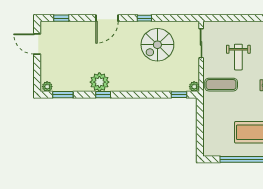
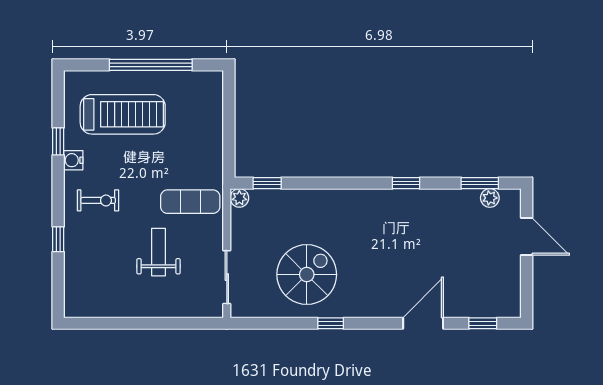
door: (107, 18) -> (423, 323), moved
door: (37, 44) -> (527, 236), moved
plant: (99, 82) -> (413, 206), removed
plant: (47, 87) -> (490, 198), moved

